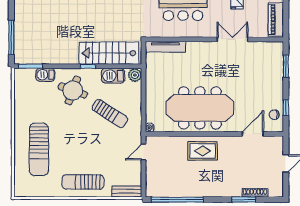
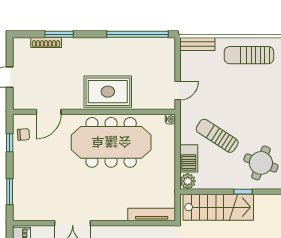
barbecue: (113, 76) -> (189, 158), moved, turned 90
rug: (203, 151) -> (108, 92), width x1.36, depth x1.43
sun lounger: (83, 182) -> (249, 55), turned 180

